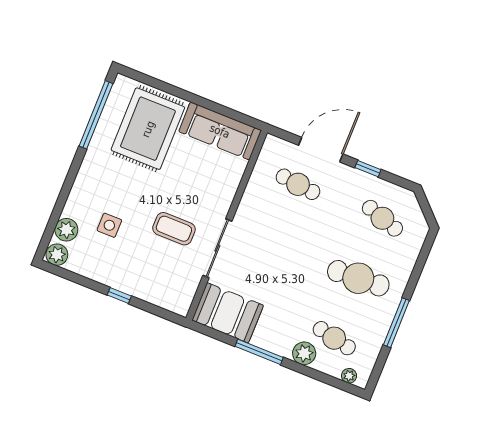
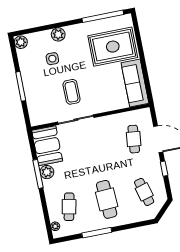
cafe table: (382, 218) -> (144, 192), turned -33
plant: (66, 230) -> (58, 34), moved
window: (119, 296) -> (21, 86), width x2.17
plant: (304, 353) -> (47, 172), moved

